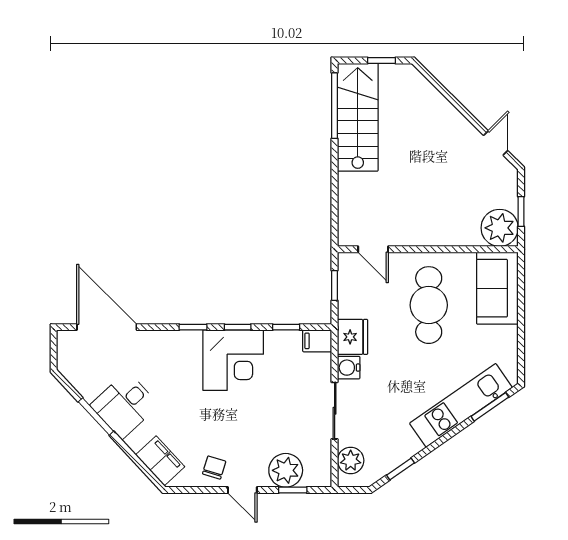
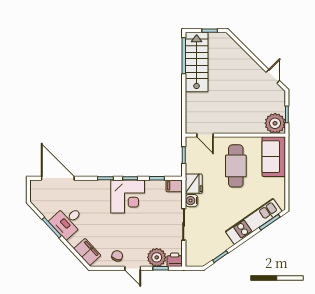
plant: (351, 460) -> (193, 252), removed
printer: (318, 475) -> (175, 260), added

